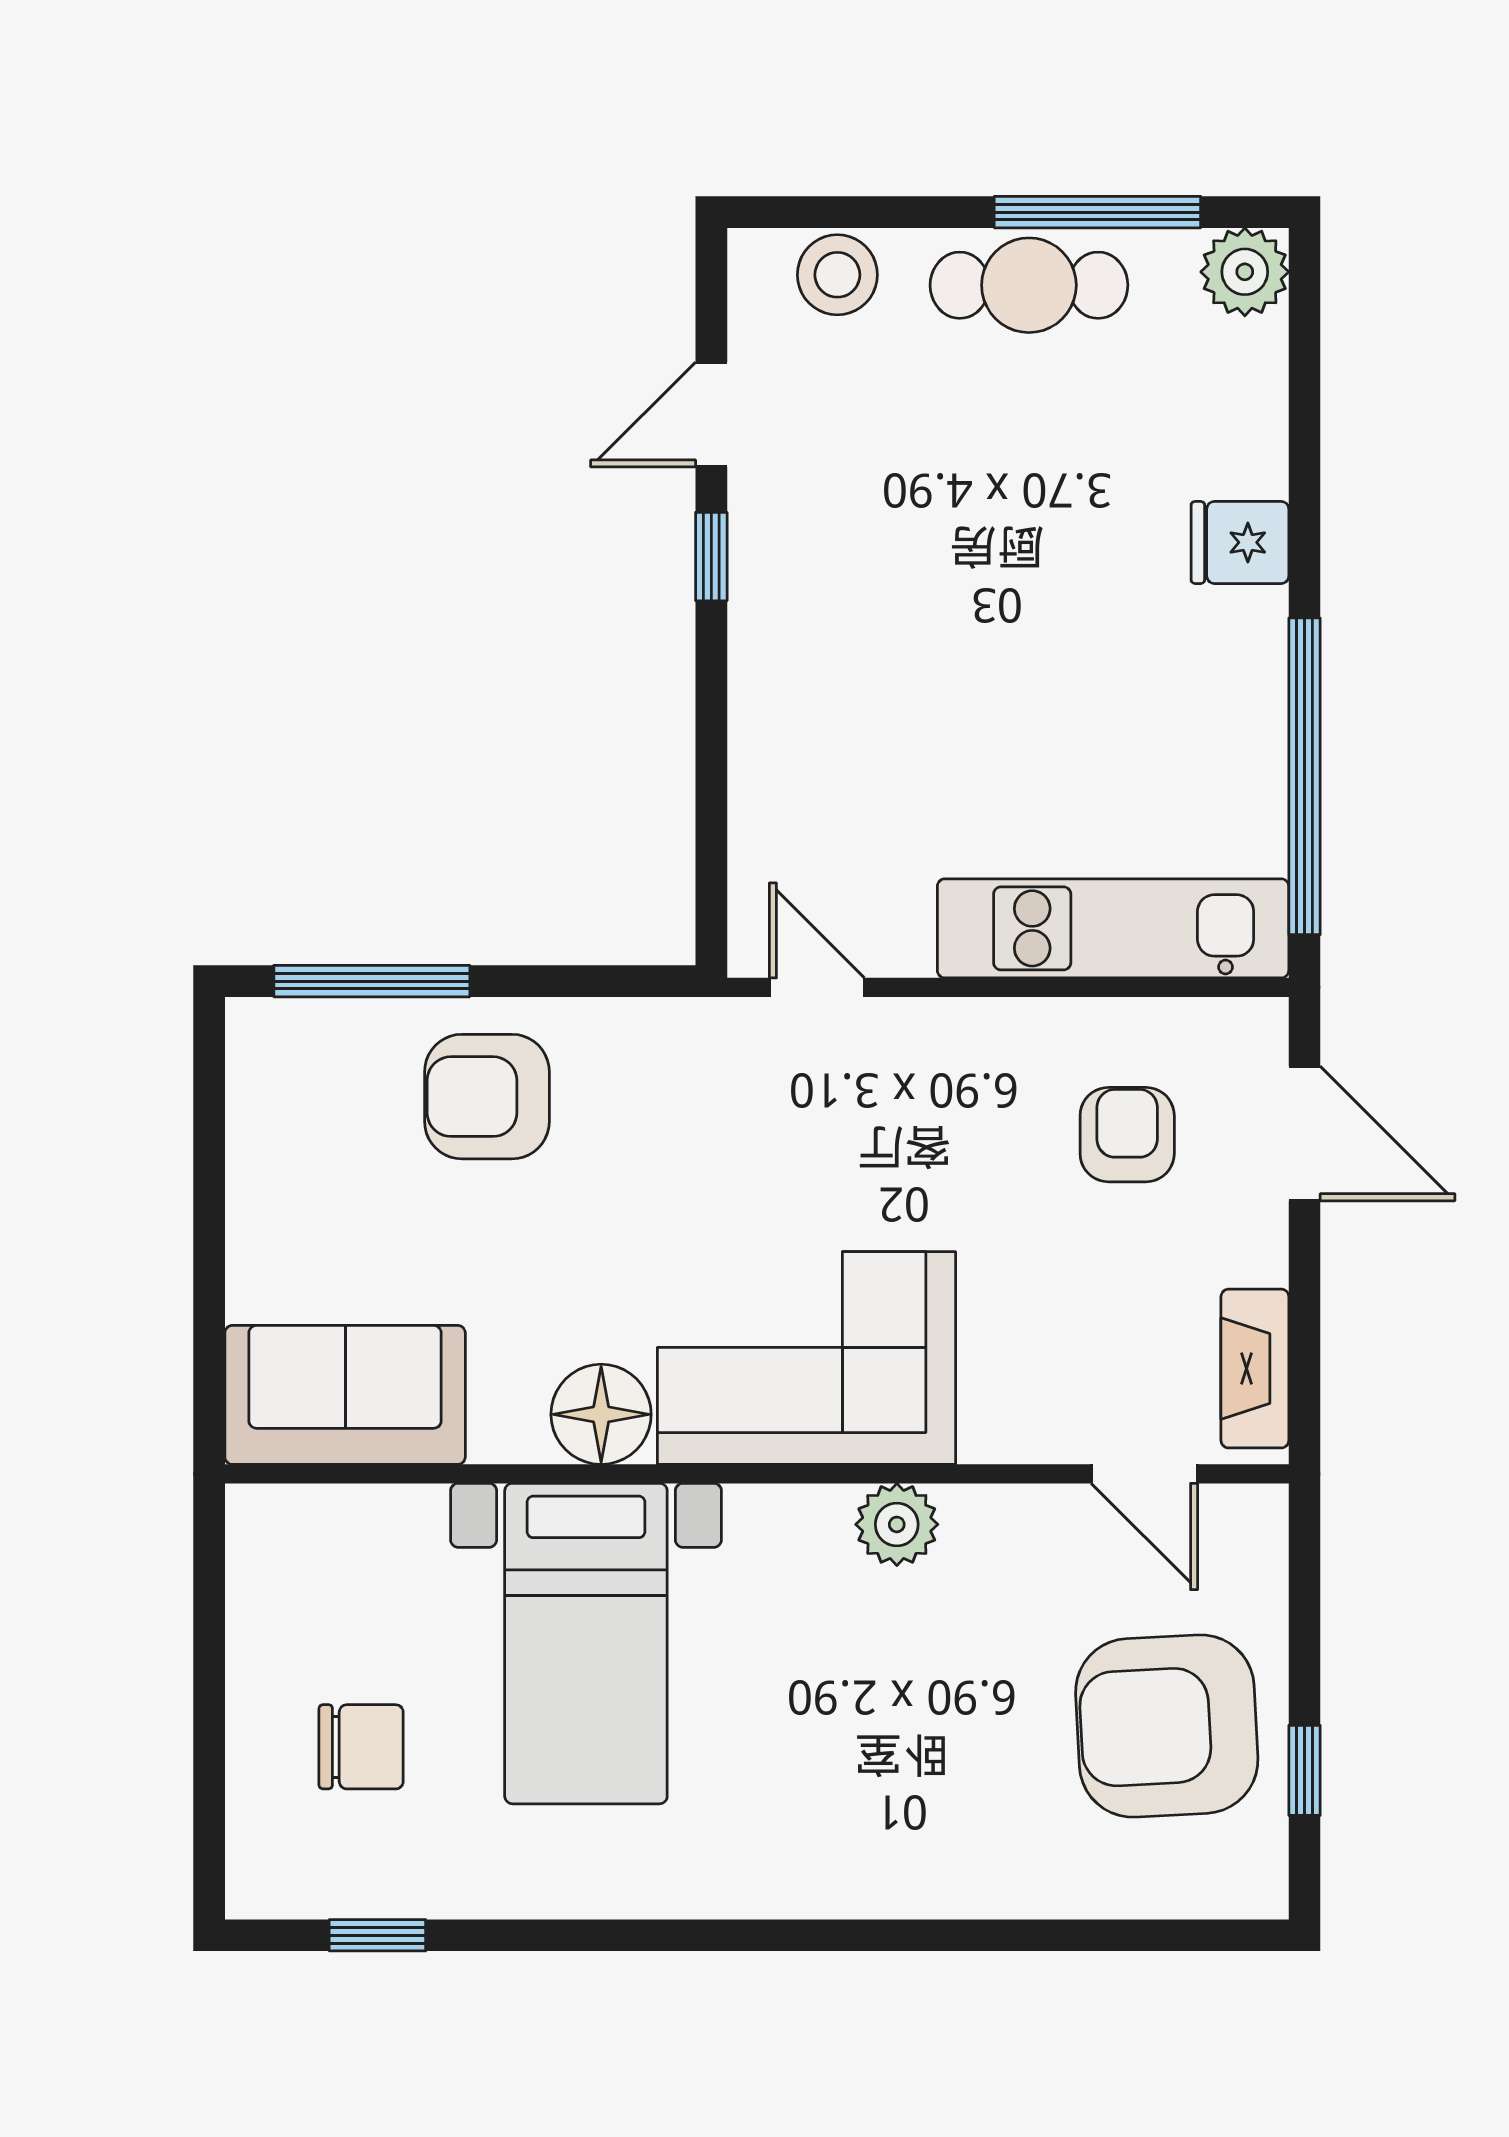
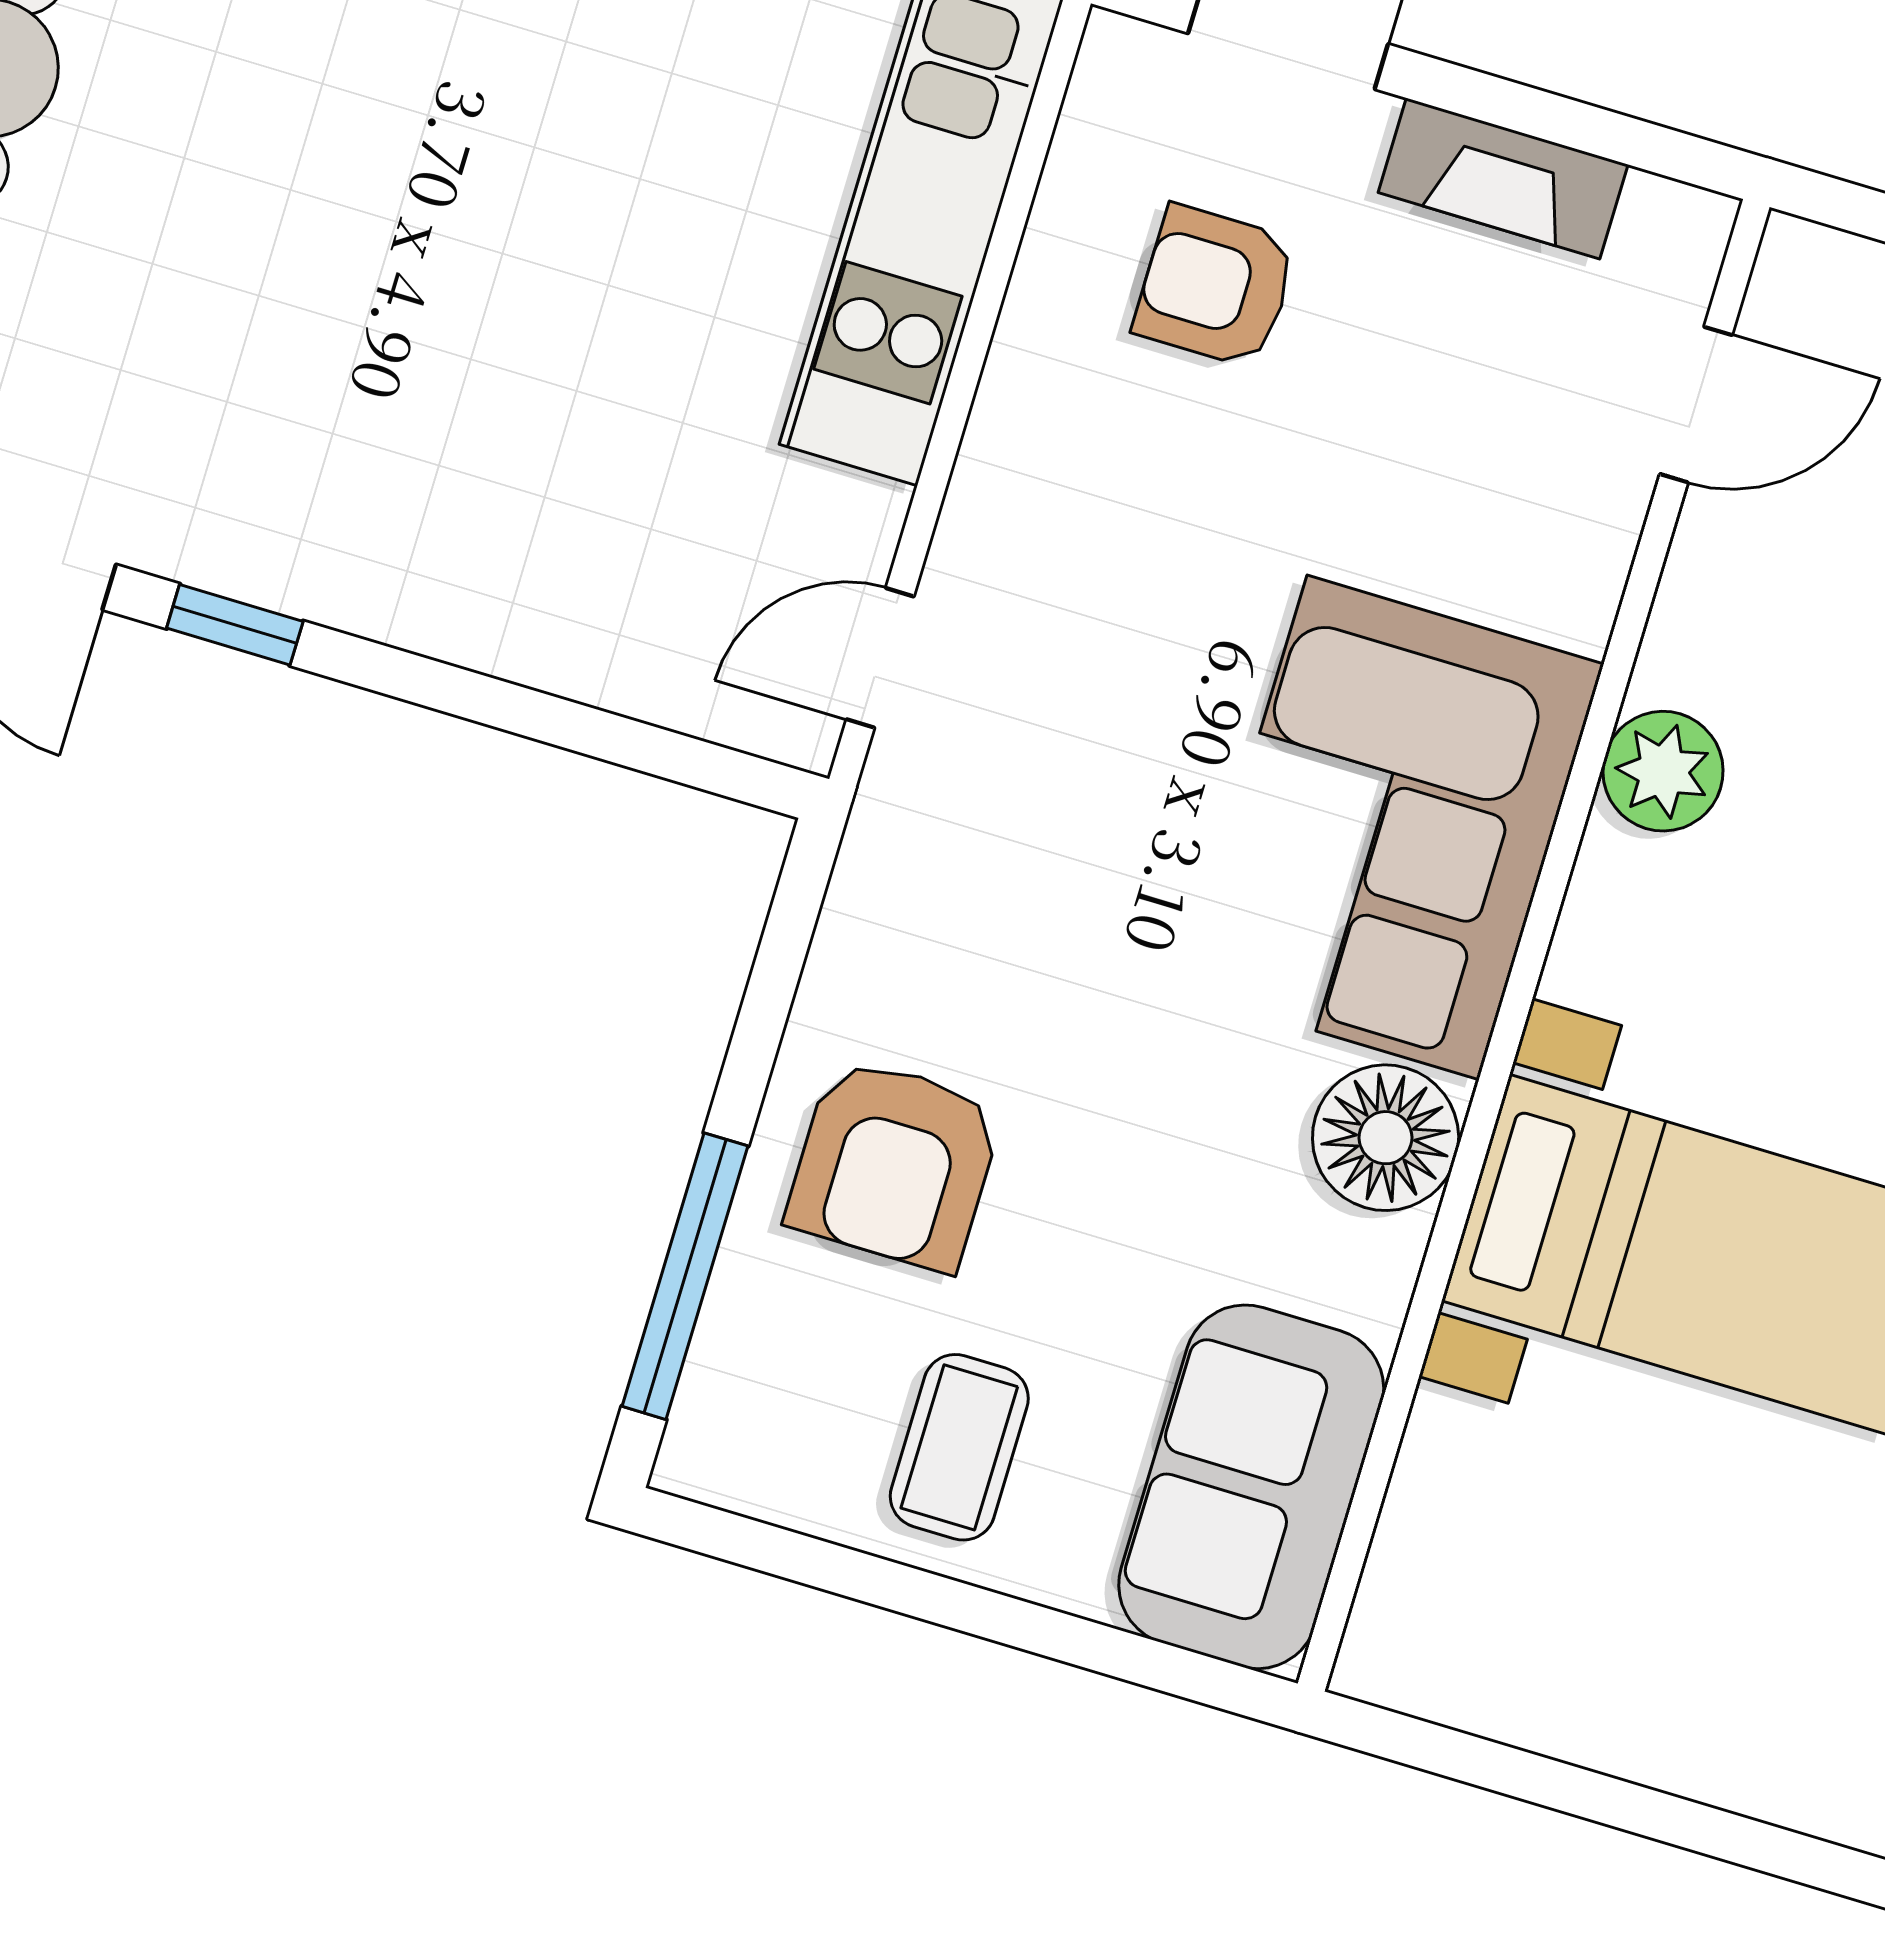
coffee table: (313, 1195) -> (959, 1447), added
fireplace: (1255, 1369) -> (1503, 178), moved
chair: (361, 1747) -> (1749, 1612), removed

